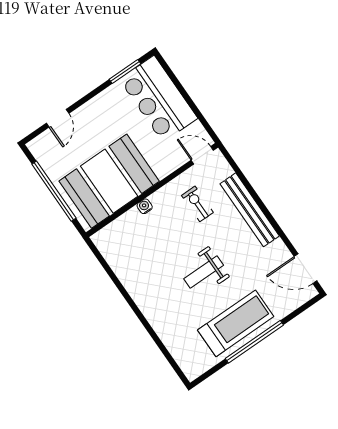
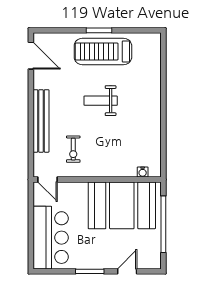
window: (125, 72) -> (90, 271), moved
water cooler: (145, 206) -> (143, 172), moved
weight bench: (204, 272) -> (101, 101), turned 180
window: (254, 342) -> (99, 30), width x0.47

